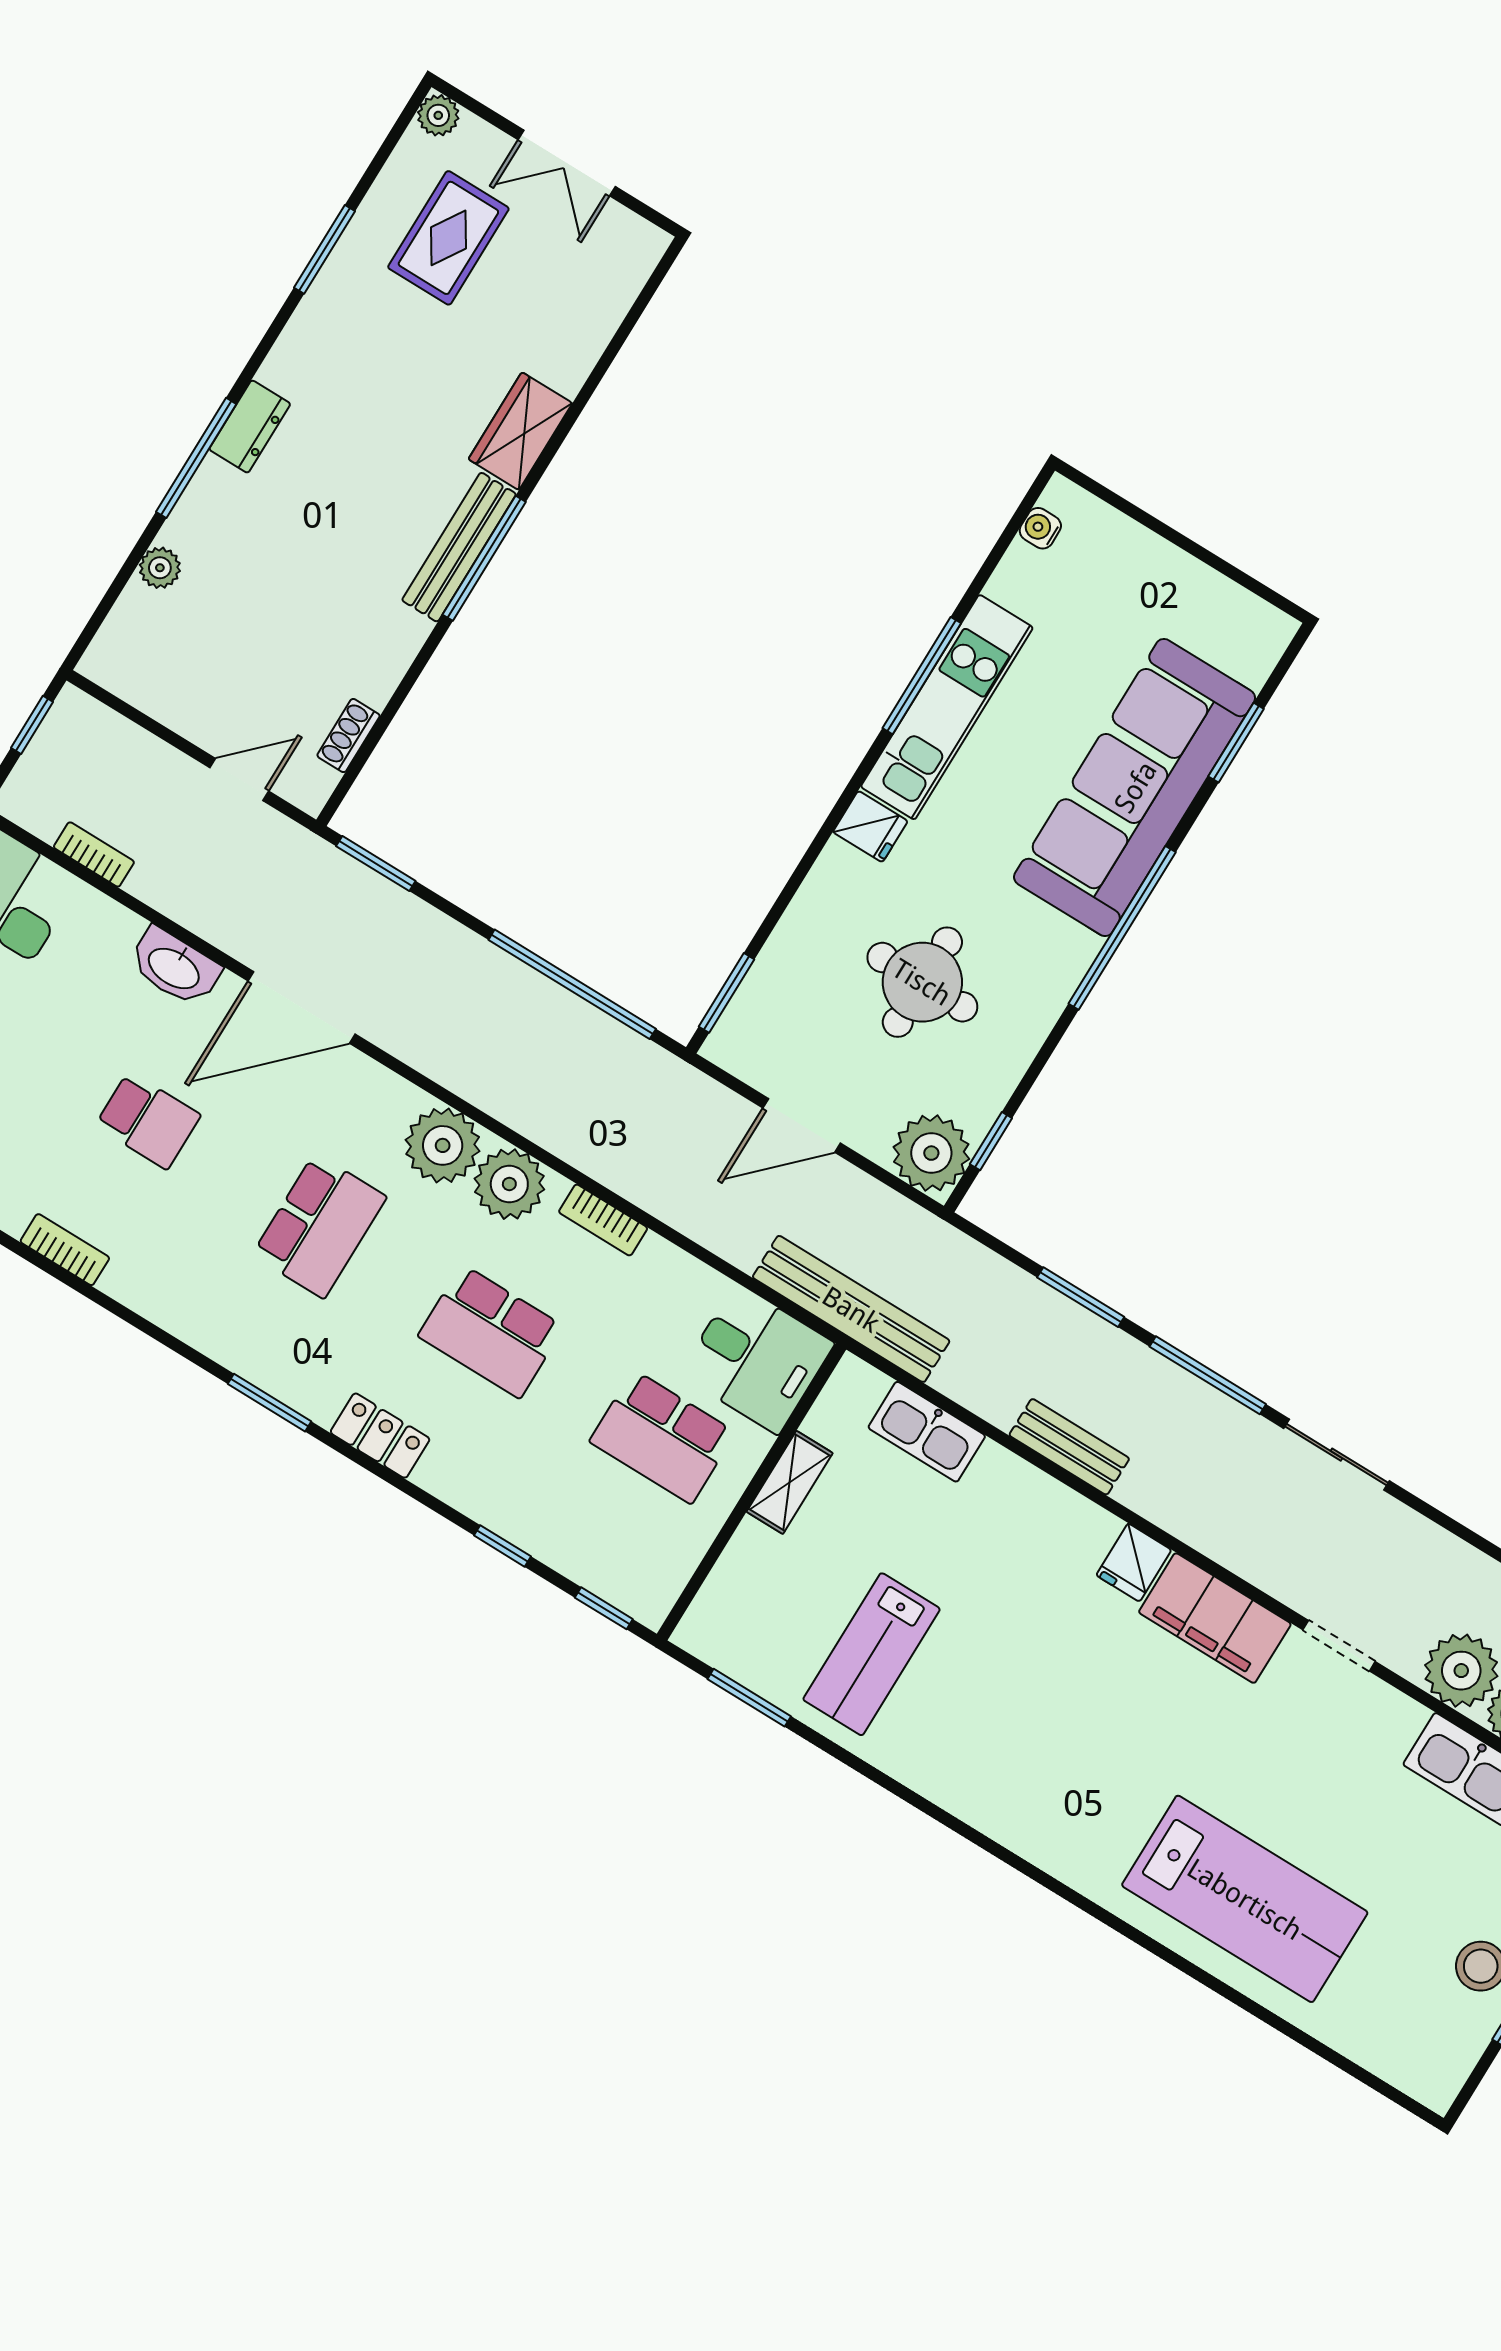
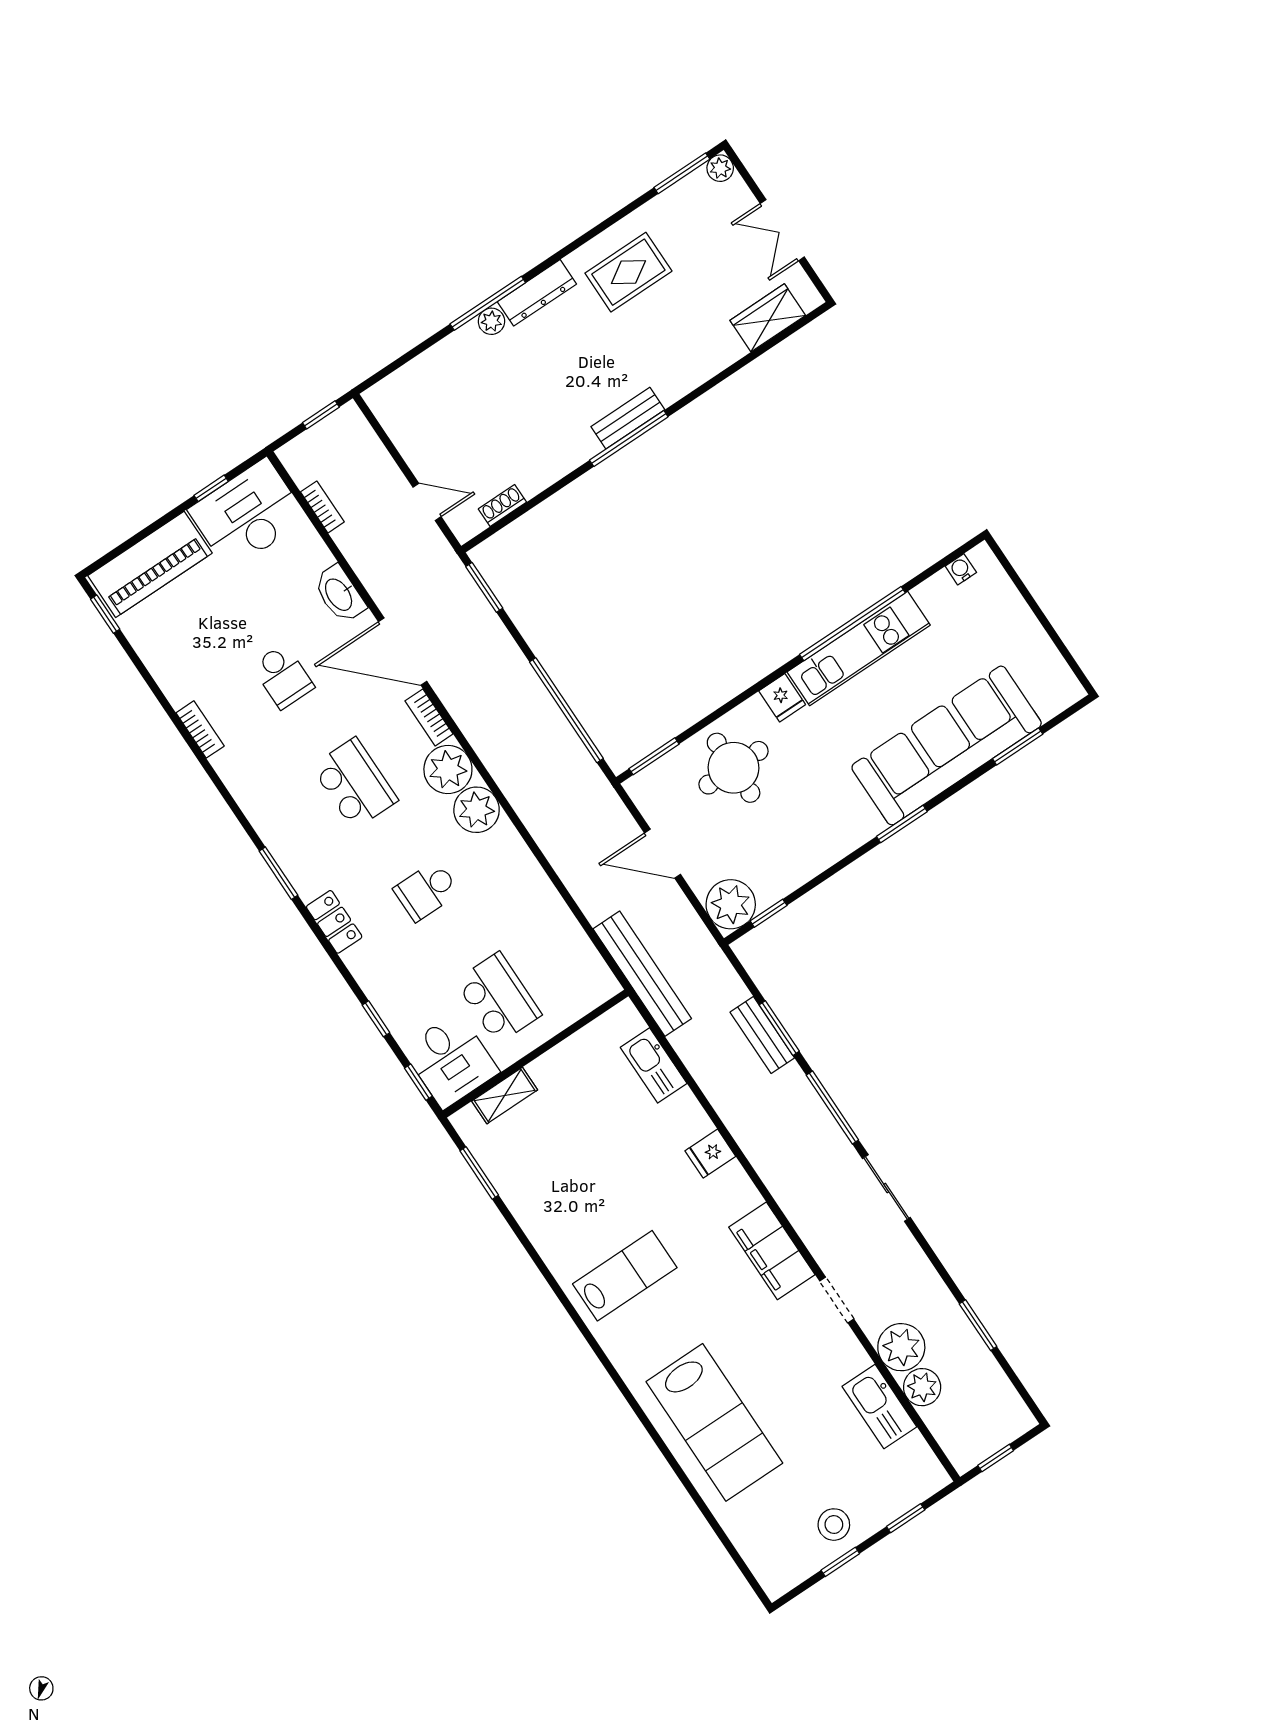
rug: (448, 238) -> (628, 272), moved
window: (325, 249) -> (682, 173), moved
dresser: (250, 427) -> (537, 293), width x1.44
wardrobe: (520, 431) -> (768, 318), moved
bench: (459, 547) -> (628, 418), width x0.73
plant: (160, 568) -> (491, 321), moved
window: (922, 676) -> (852, 624), width x1.46
window: (1122, 928) -> (902, 824), width x0.47
round table: (922, 982) -> (734, 768), moved
bookcase: (603, 1220) -> (429, 717), moved
school desk: (319, 1226) -> (355, 783), turned -90
school desk: (491, 1331) -> (426, 891), width x0.54
desk: (757, 1359) -> (451, 1060), moved
school desk: (662, 1437) -> (498, 998), turned 180
bench: (1069, 1447) -> (762, 1035), moved
shelving: (790, 1482) -> (505, 1096), moved
fridge: (1134, 1563) -> (710, 1154), moved
lab bench: (872, 1654) -> (625, 1276), moved, turned 180

